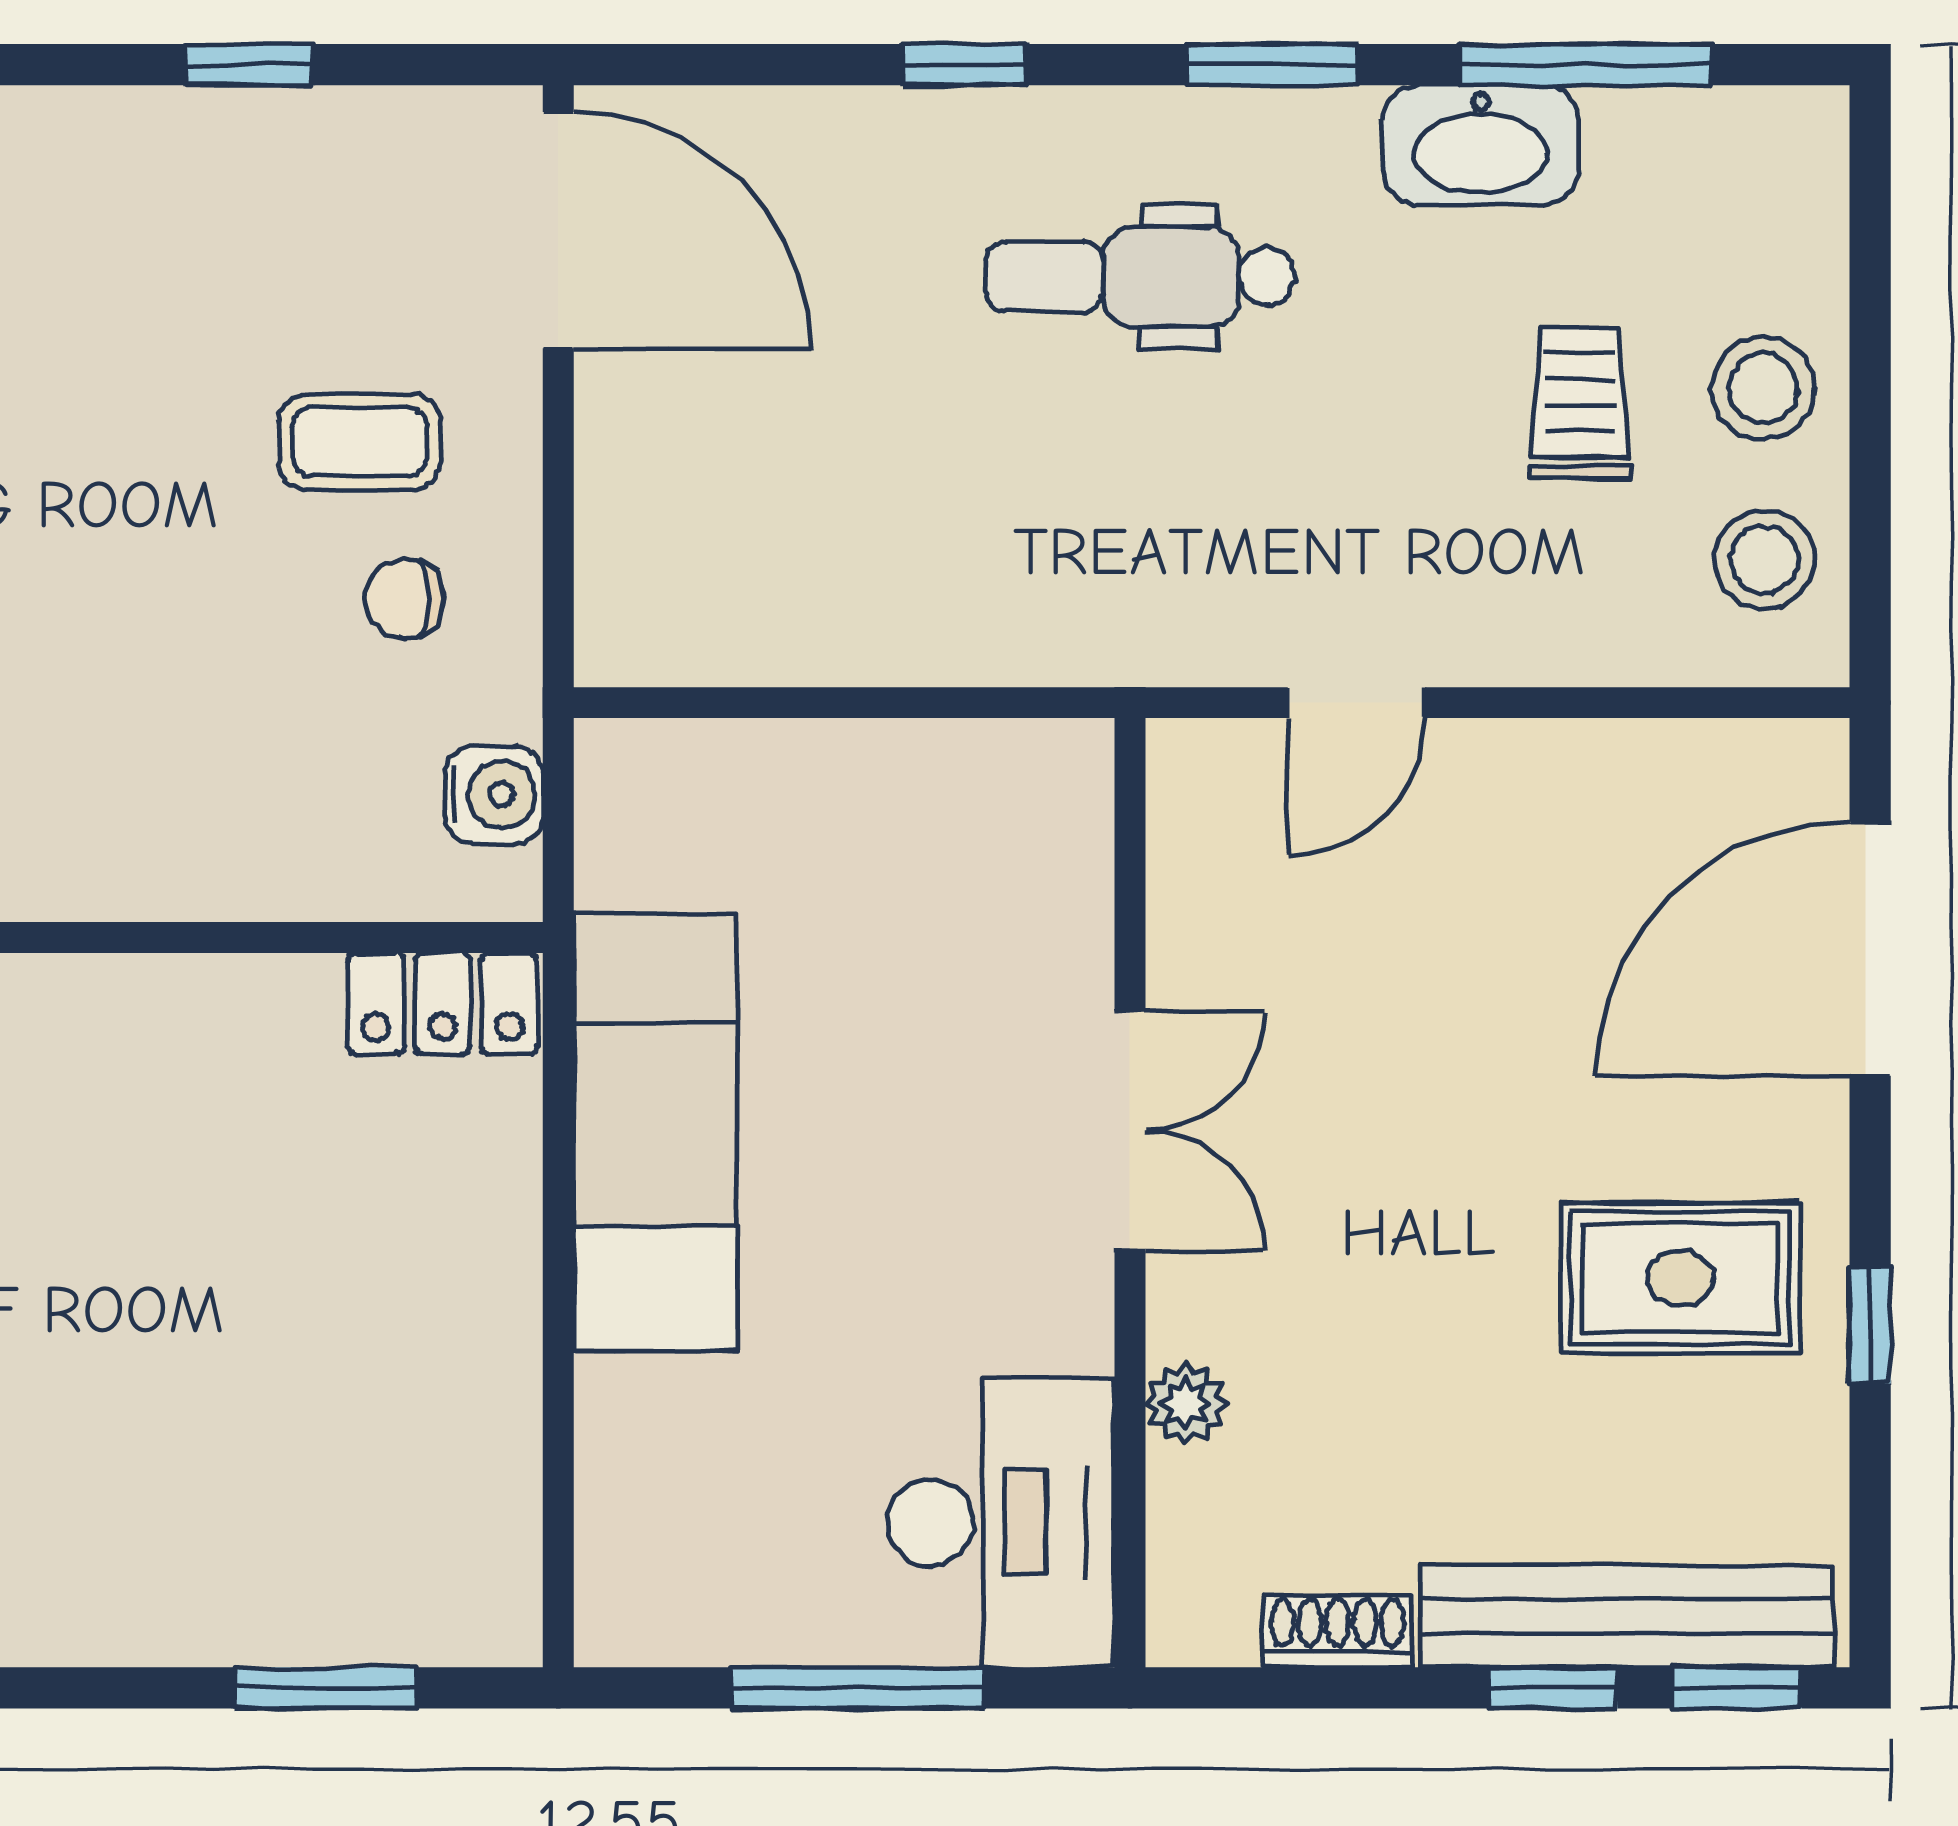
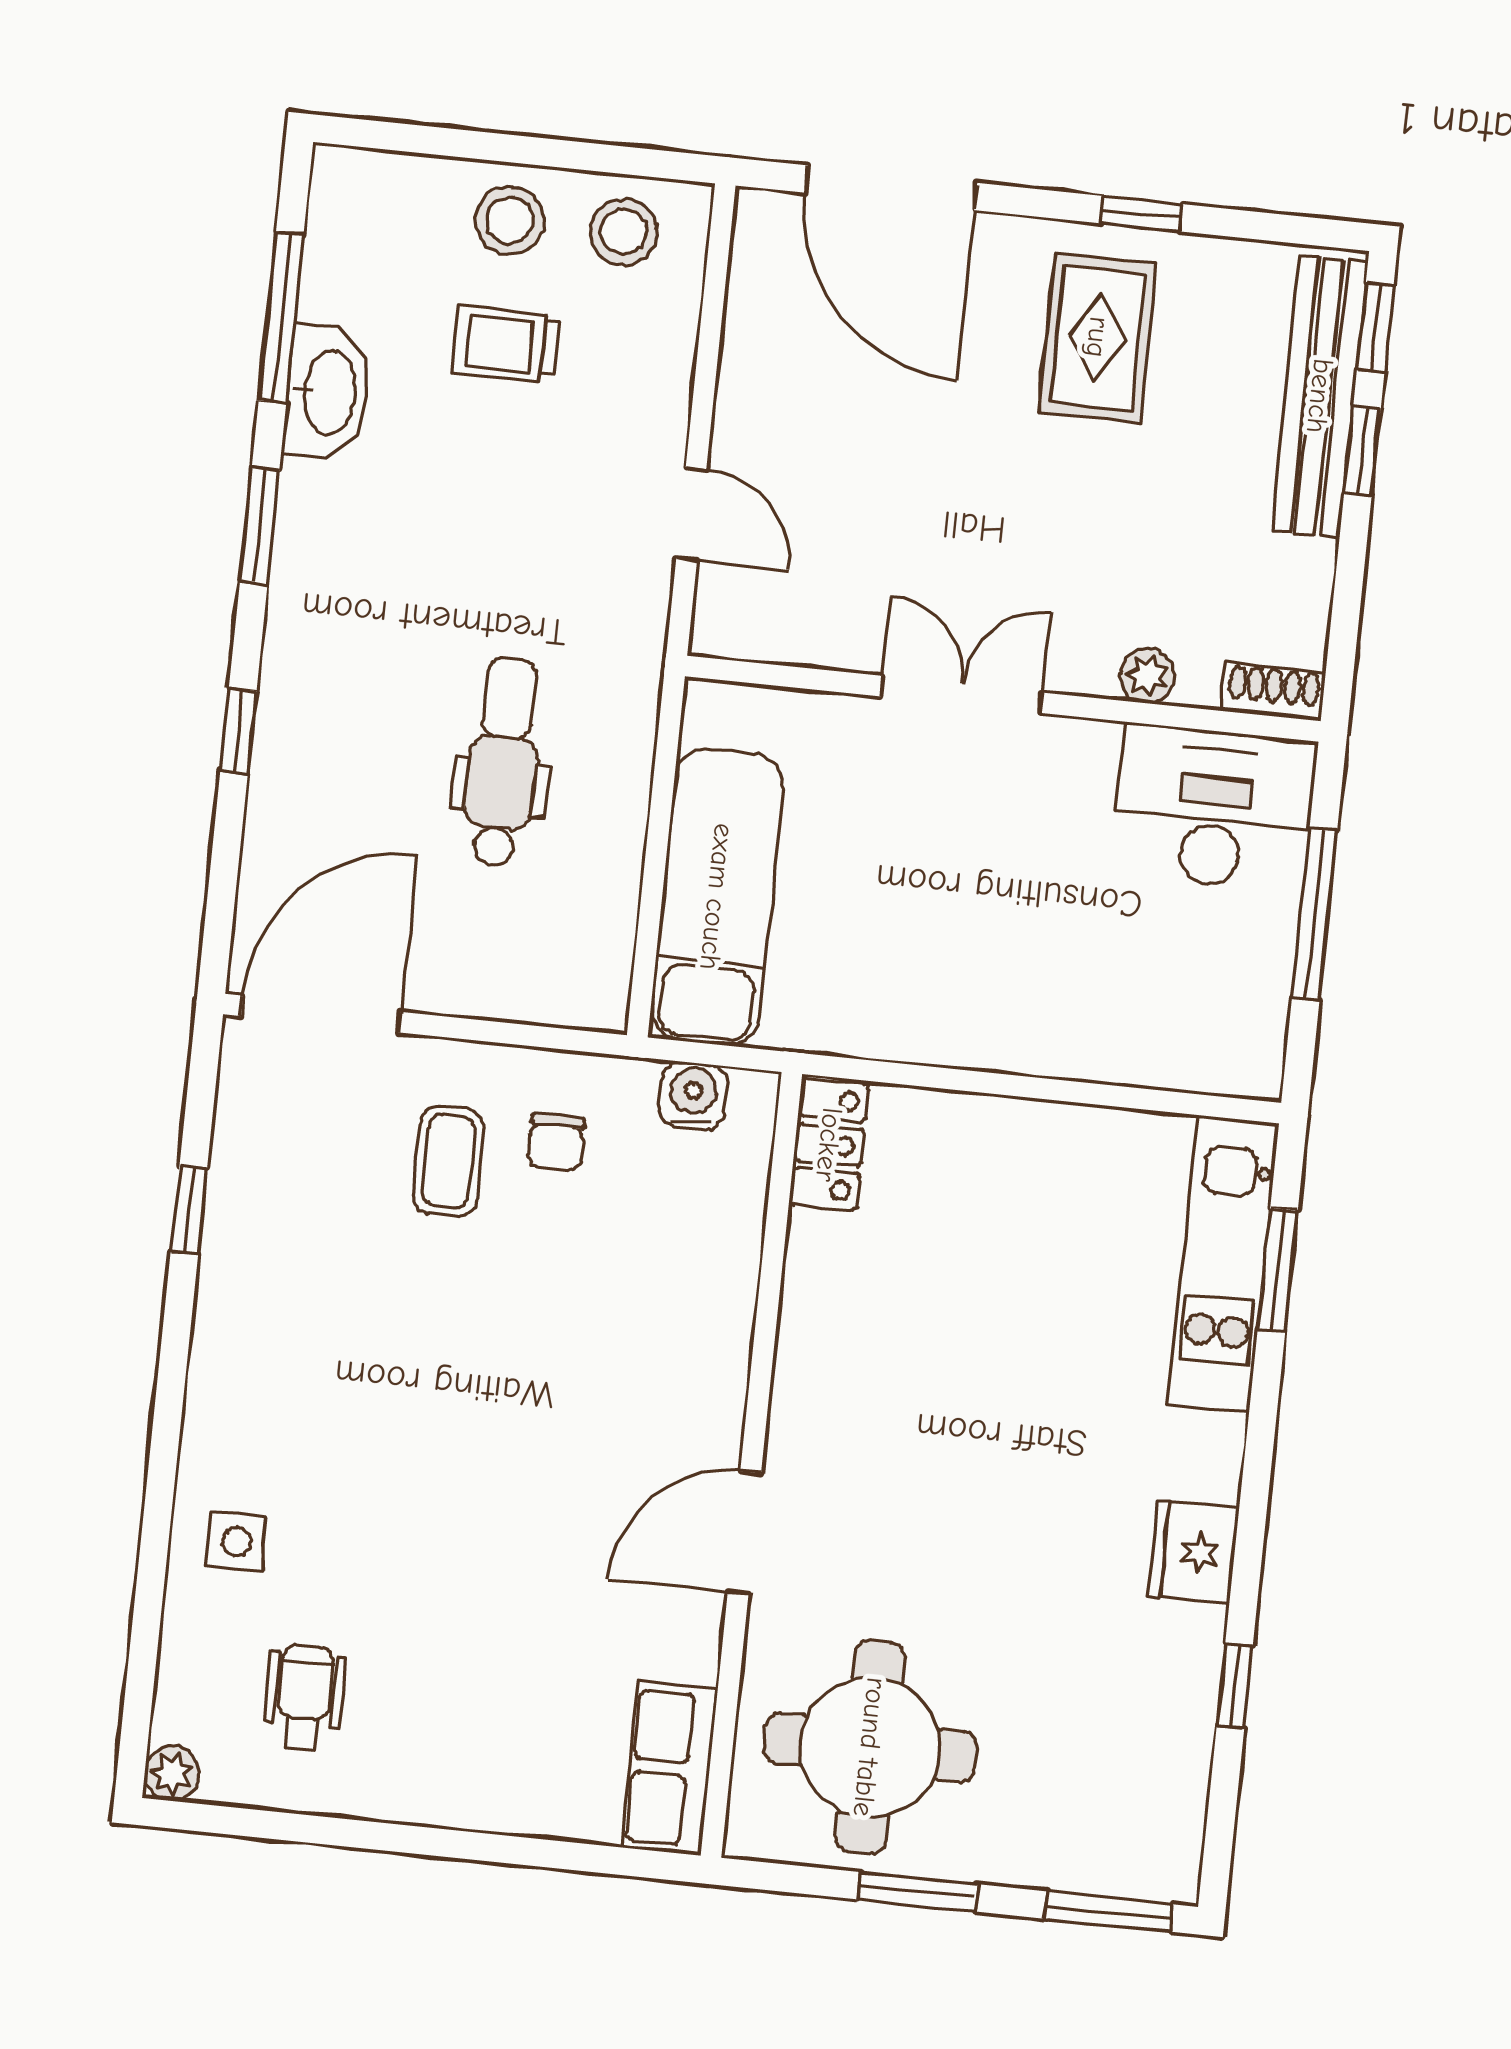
dental chair: (1140, 277) -> (503, 762), moved, turned 180
exam couch: (655, 1132) -> (717, 897), moved, turned 90
kitchen unit: (326, 1606) -> (1223, 1264), added
shoe rack: (1337, 1631) -> (1273, 692), moved, turned 90

